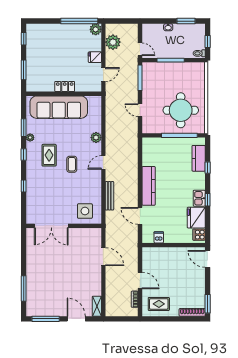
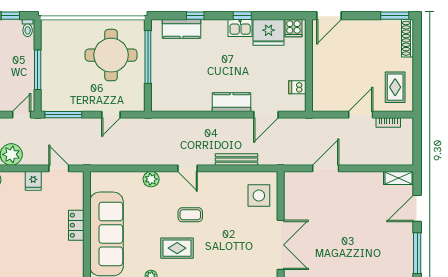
kitchen counter: (149, 186) -> (232, 102), width x0.67

